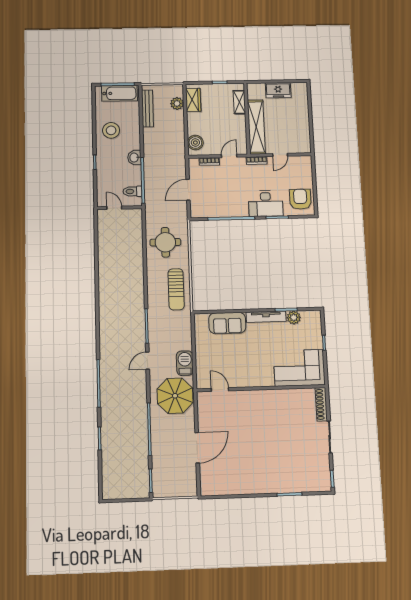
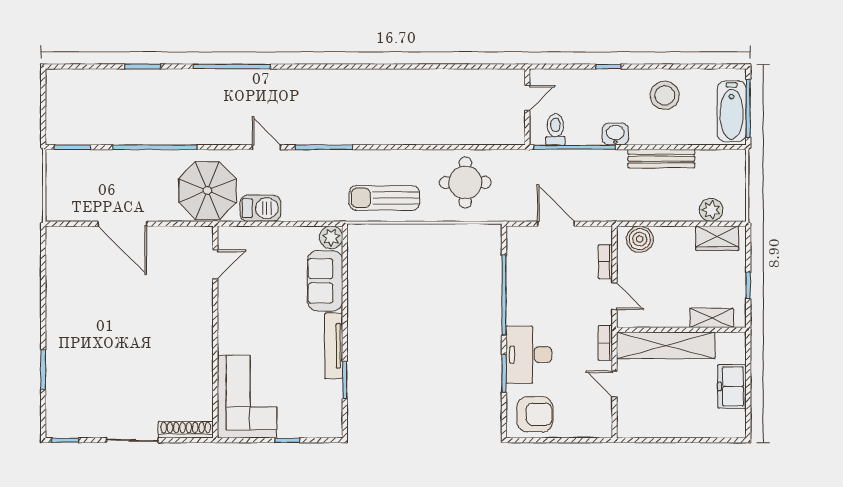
bench: (147, 108) -> (661, 159), moved
plant: (294, 318) -> (331, 237), moved

